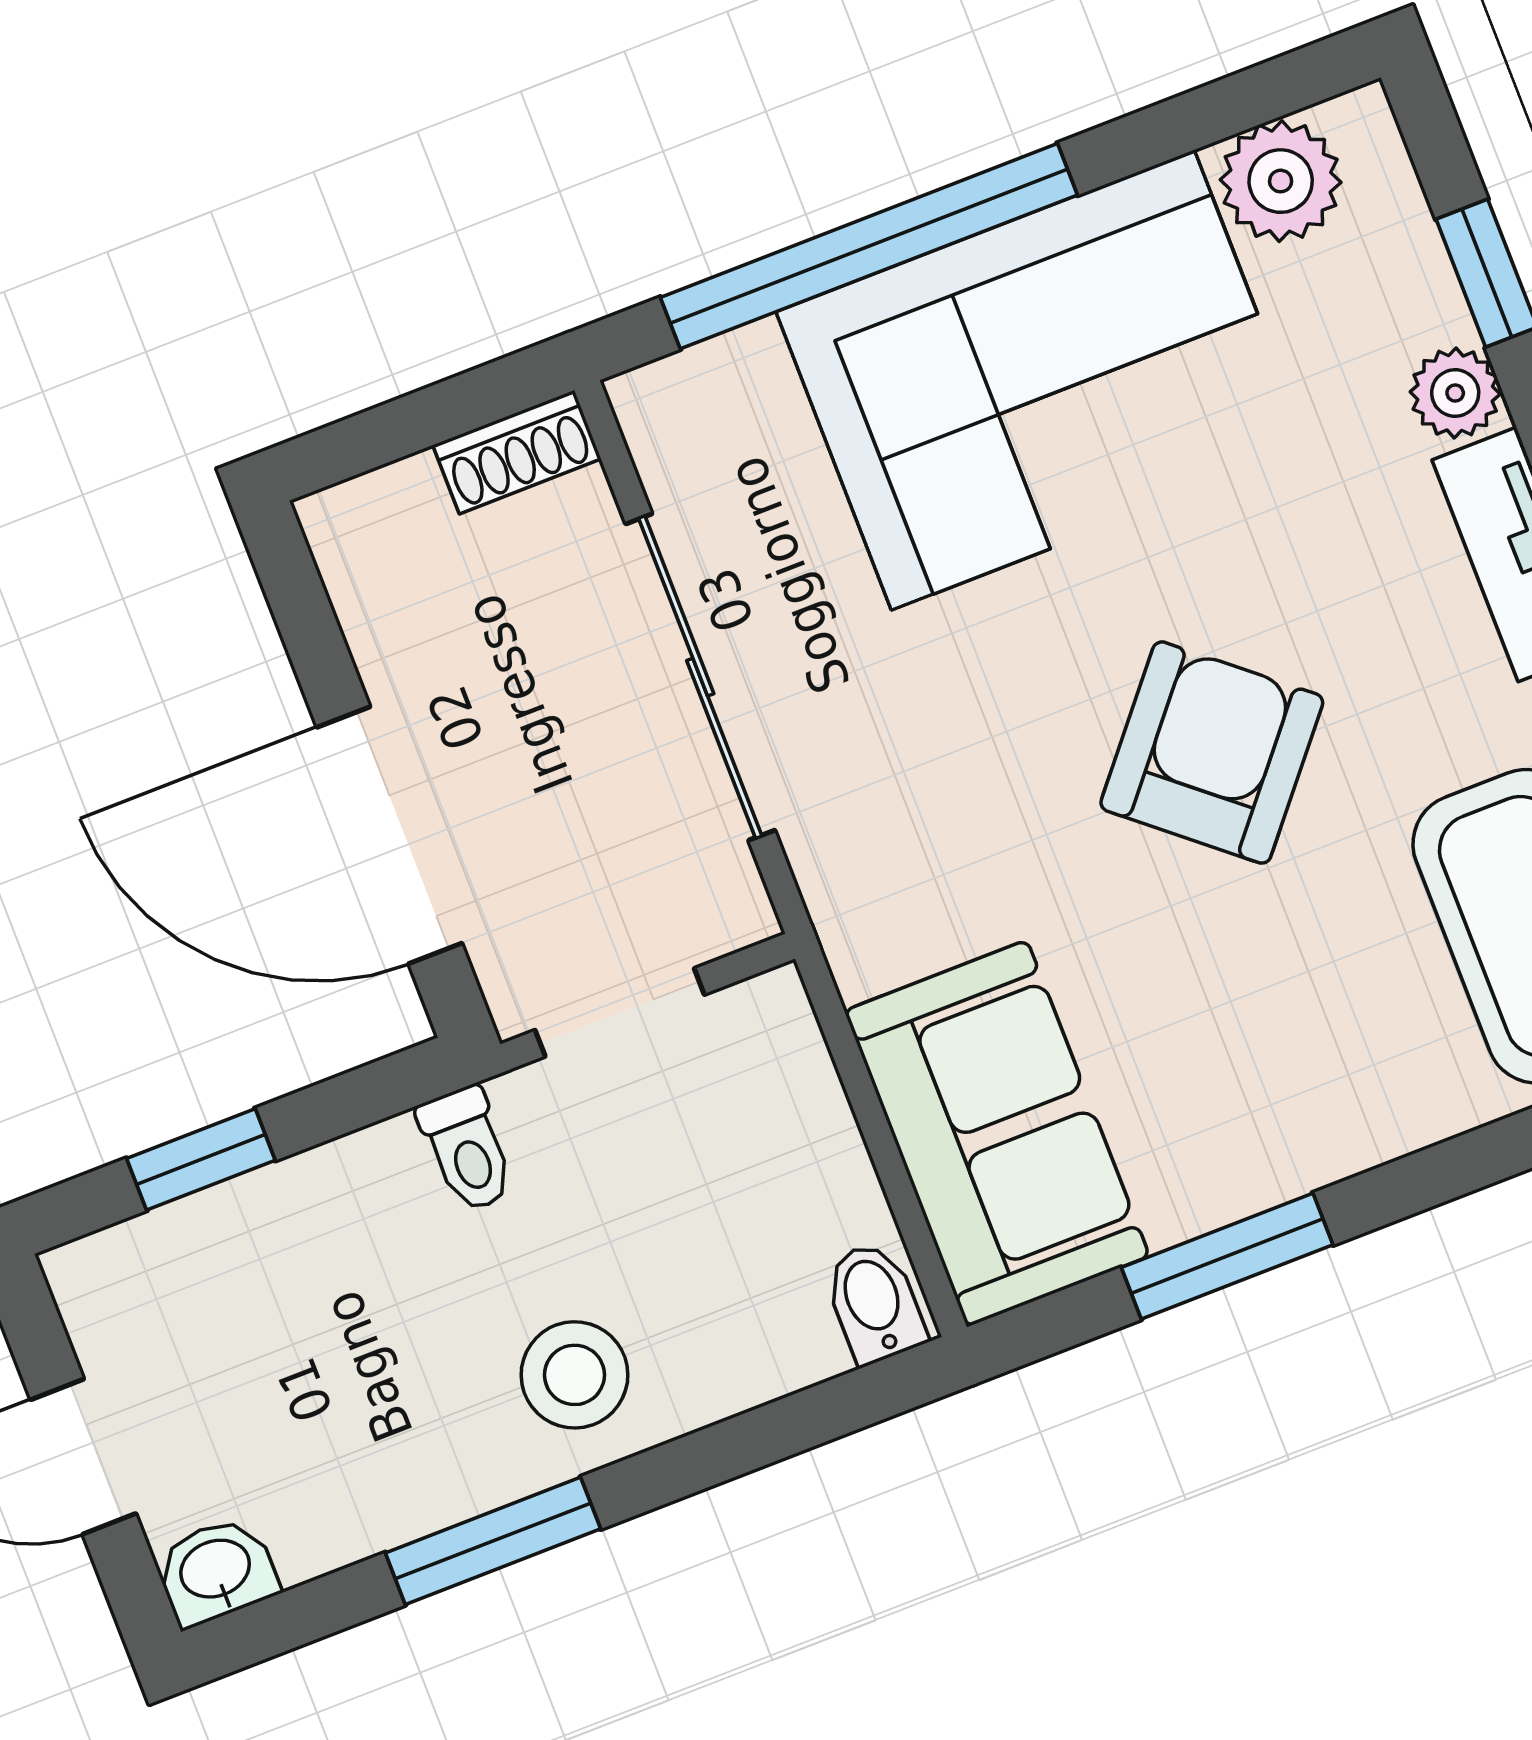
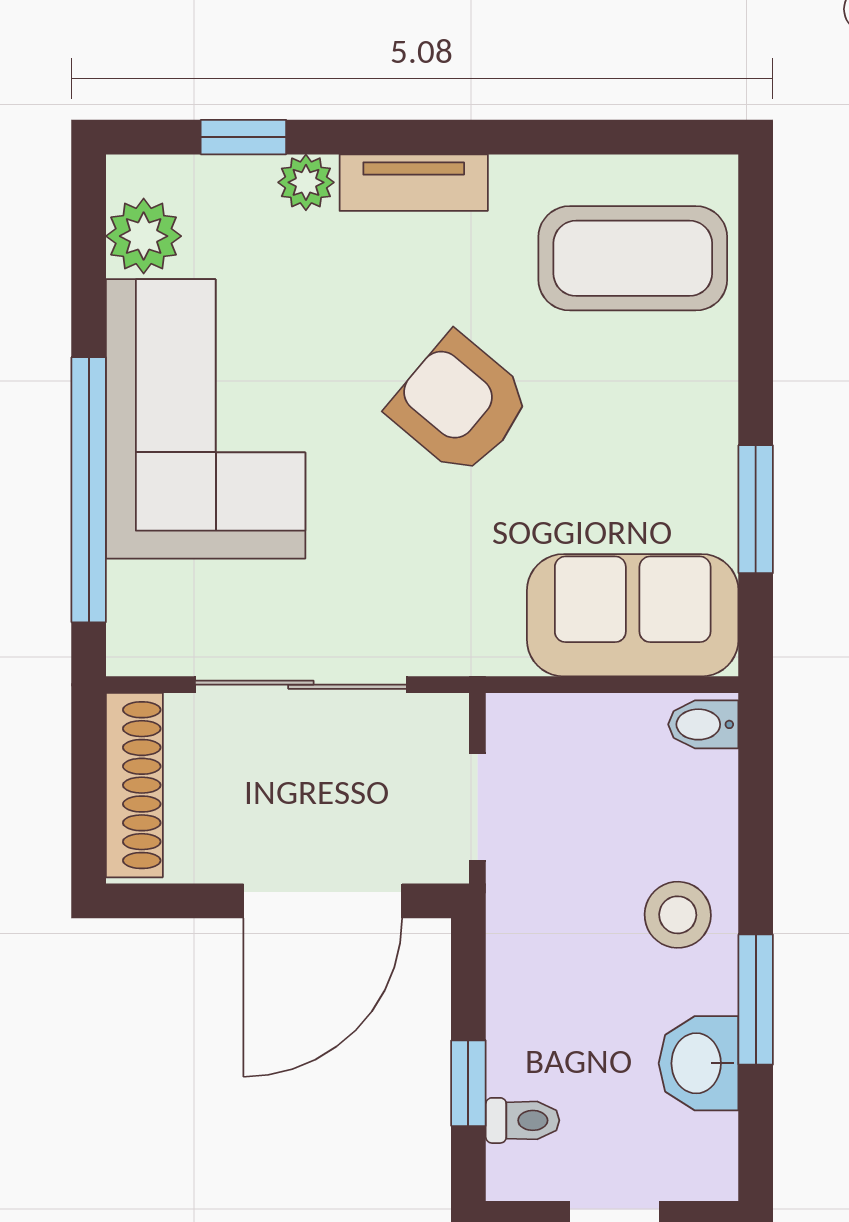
shoe rack: (517, 452) -> (134, 785), width x1.94, depth x1.24
toilet: (467, 1149) -> (523, 1120), moved
washbasin: (216, 1571) -> (699, 1063), moved, width x1.38, depth x1.45

